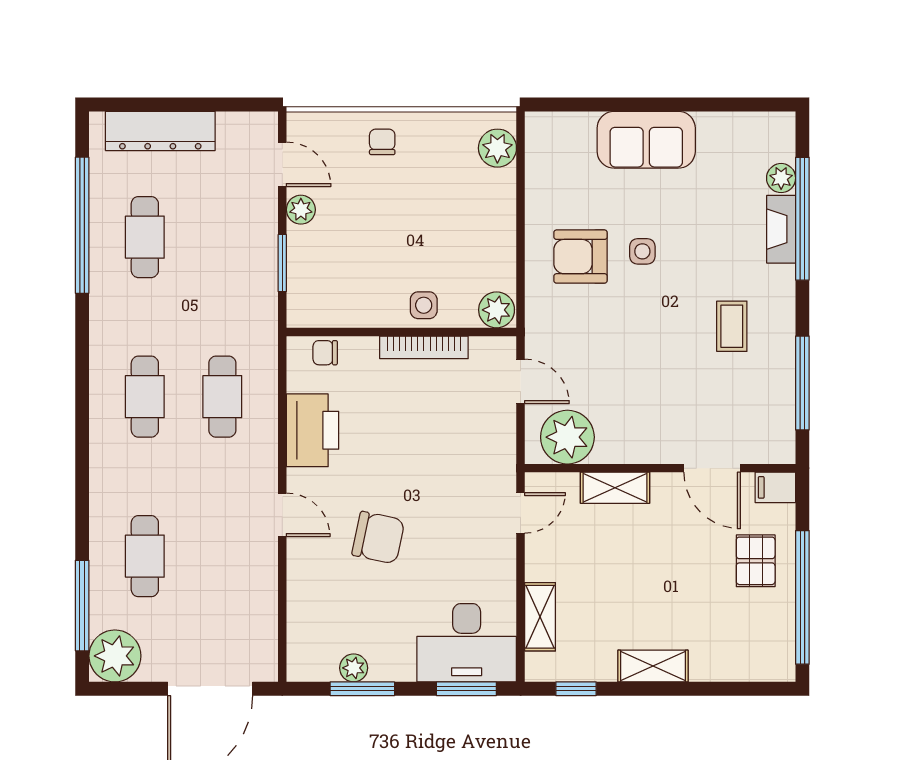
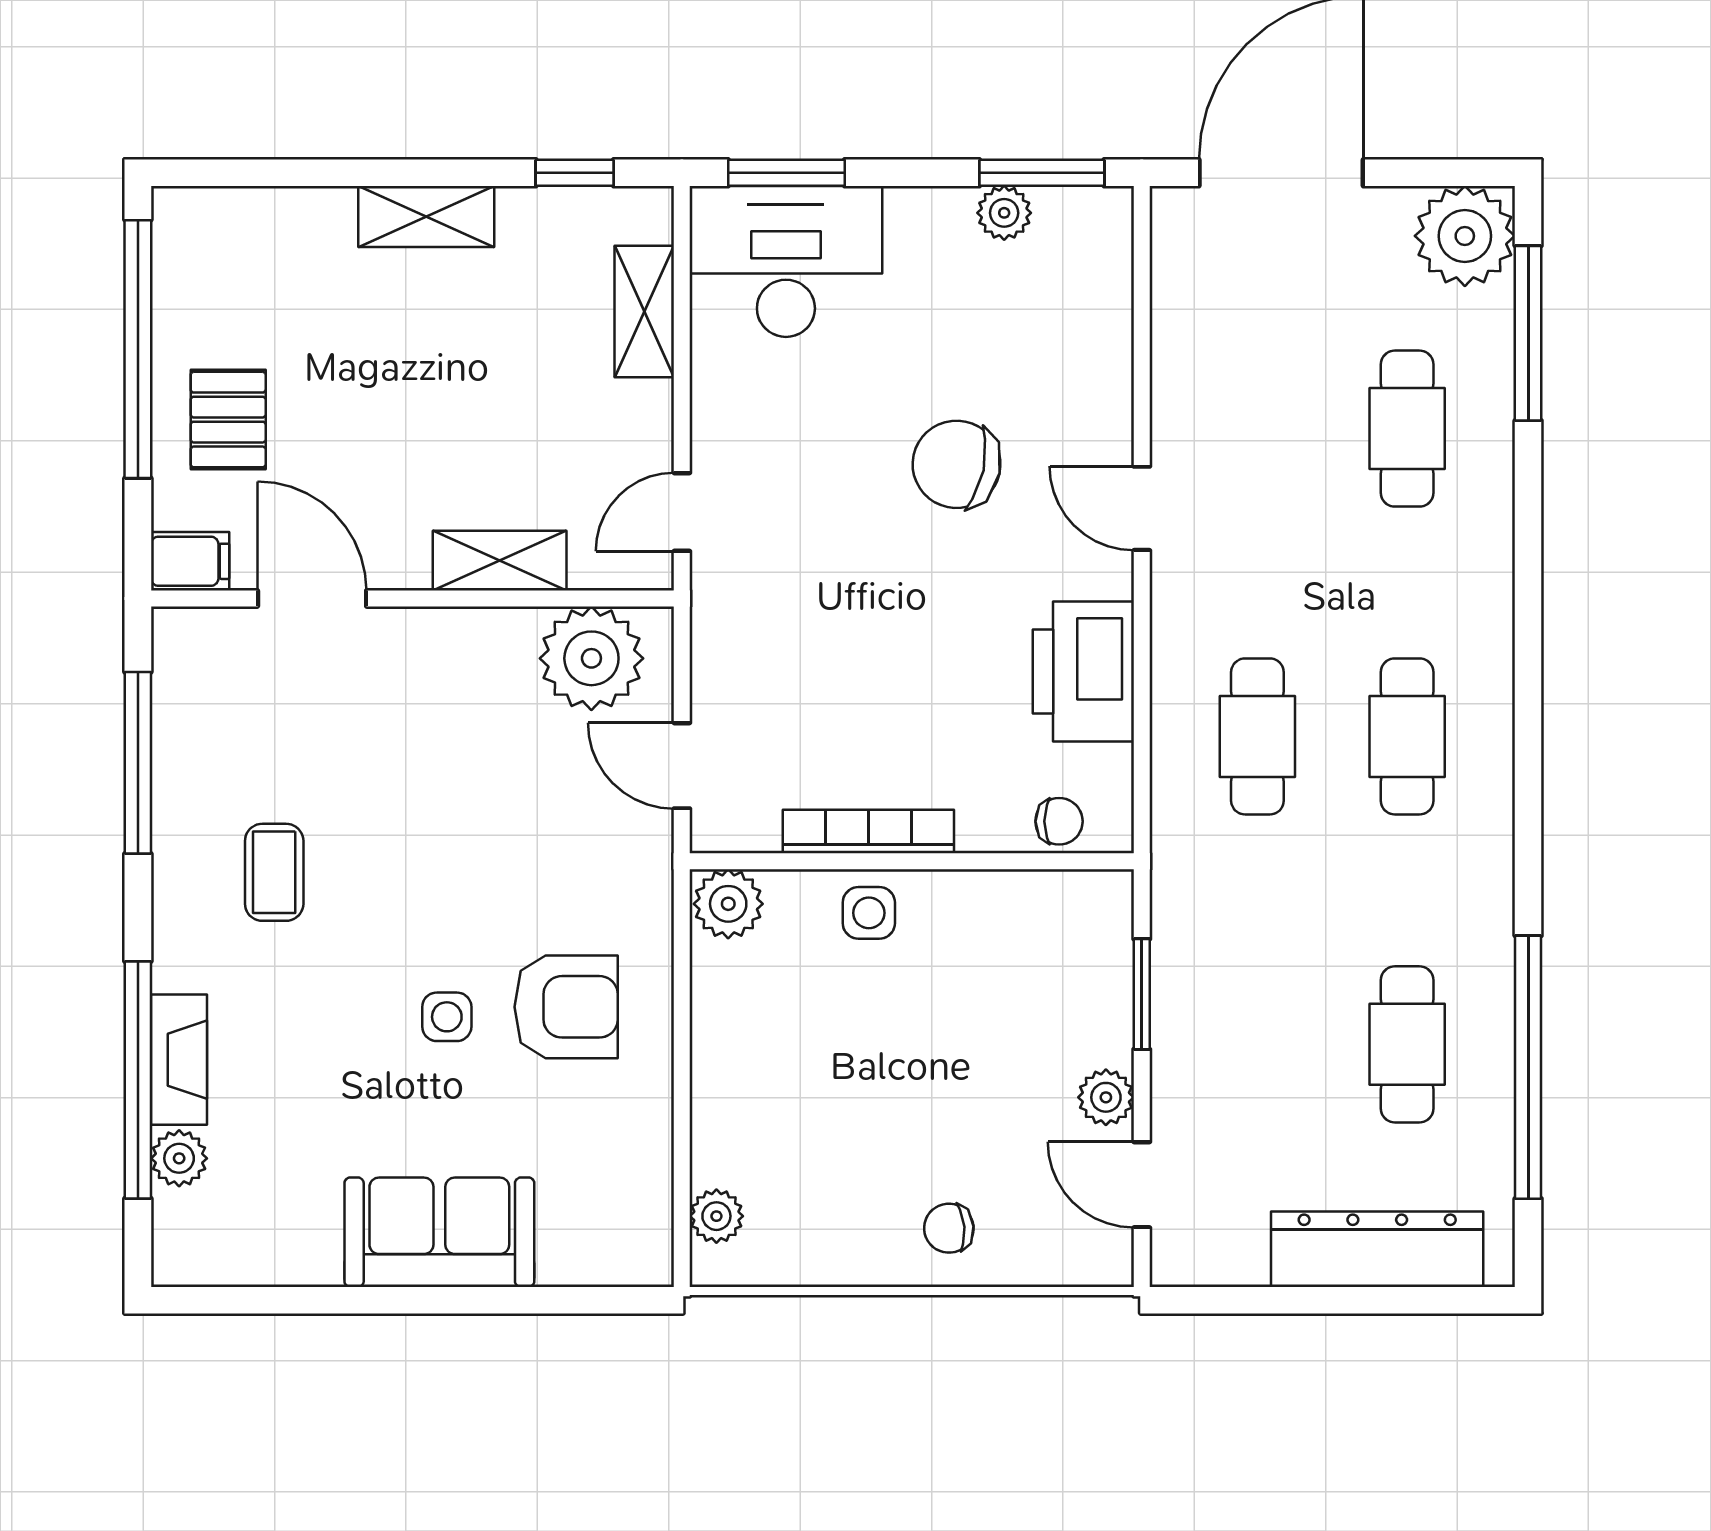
chair: (382, 142) -> (949, 1228), turned 85
plant: (497, 148) -> (716, 1216), width x0.73, depth x0.73
window: (362, 689) -> (1042, 173), moved

